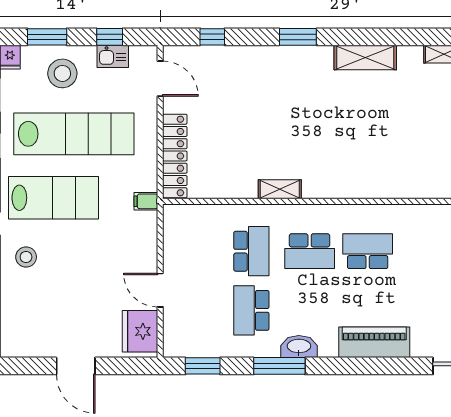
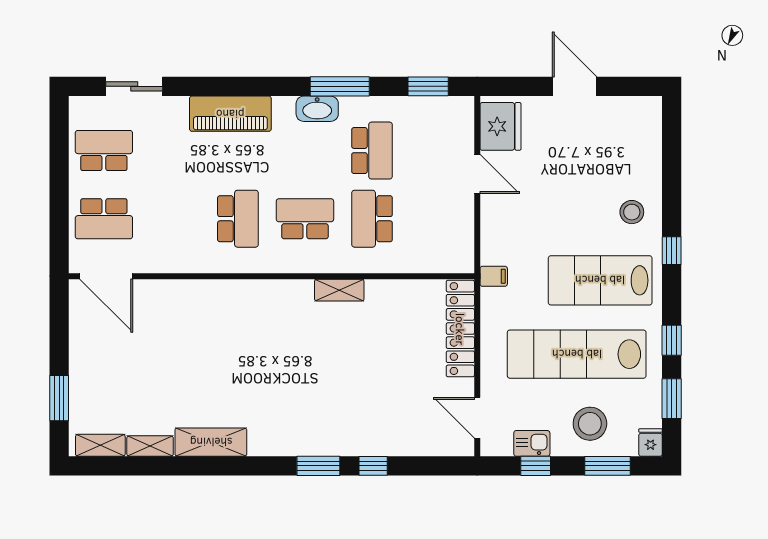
window: (212, 37) -> (373, 466), moved
shelving: (365, 57) -> (211, 442), moved
school desk: (368, 251) -> (238, 219), turned -90

